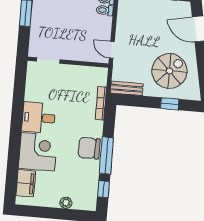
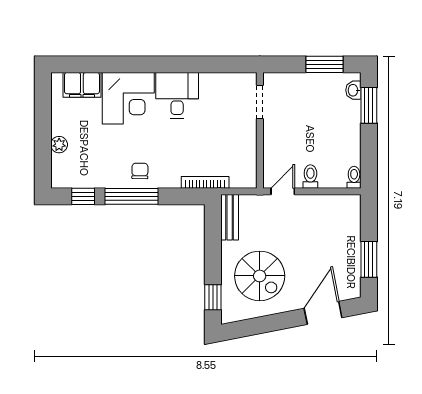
toilet: (105, 10) -> (310, 177), moved
window: (170, 104) -> (213, 297), moved
chair: (89, 148) -> (140, 171), width x0.54, depth x0.54

